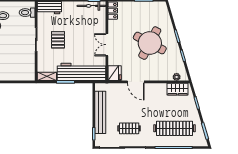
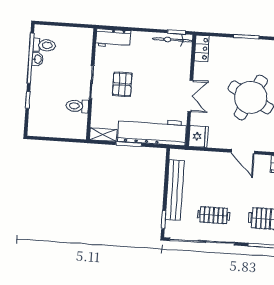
toilet: (27, 13) -> (77, 106), moved
double door: (107, 45) -> (190, 96), swing flipped
door: (136, 82) -> (243, 152), moved

